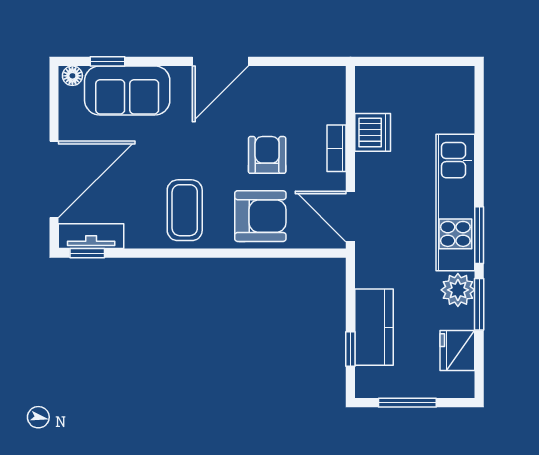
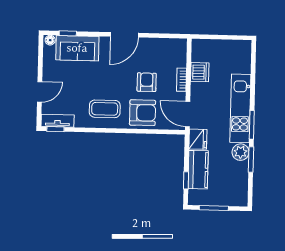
door: (54, 179) -> (40, 92), width x0.53
coffee table: (185, 210) -> (105, 109), turned 90
fridge: (457, 351) -> (198, 139), moved, turned 180

